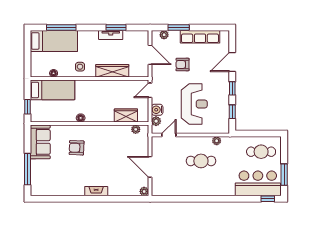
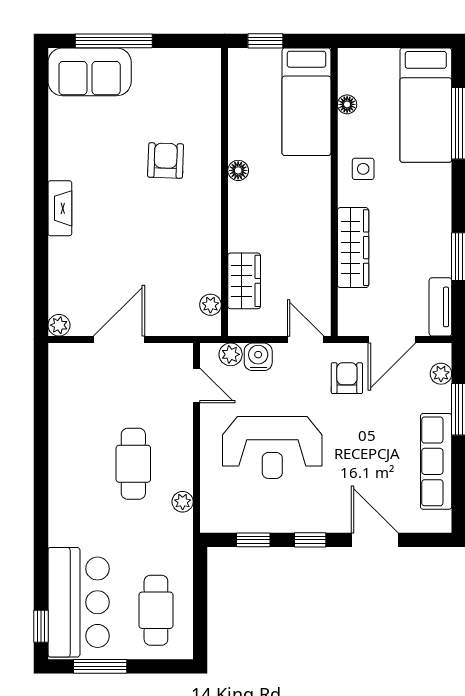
tv unit: (111, 35) -> (440, 307), moved
armchair: (183, 65) -> (347, 378), moved
sofa: (40, 142) -> (90, 72), moved

